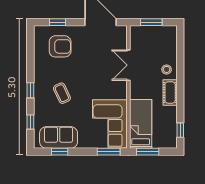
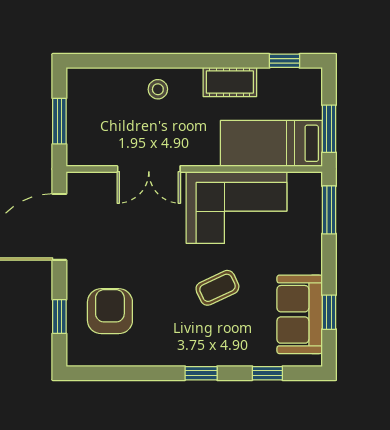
coffee table: (62, 93) -> (217, 288), moved
cot: (170, 93) -> (230, 82), moved
corner sofa: (110, 124) -> (236, 208), moved

